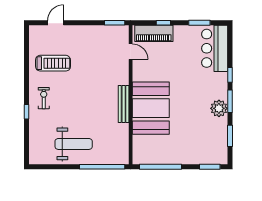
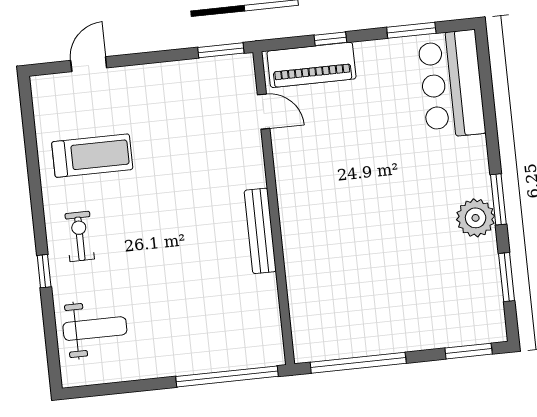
window: (230, 75) -> (492, 140), removed
booth: (151, 108) -> (322, 234), removed
weight bench: (74, 144) -> (95, 329), moved, width x0.73, depth x0.75

